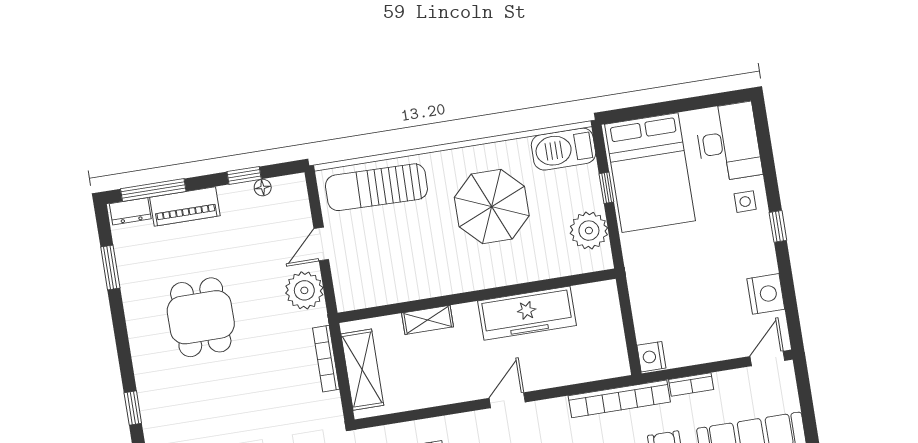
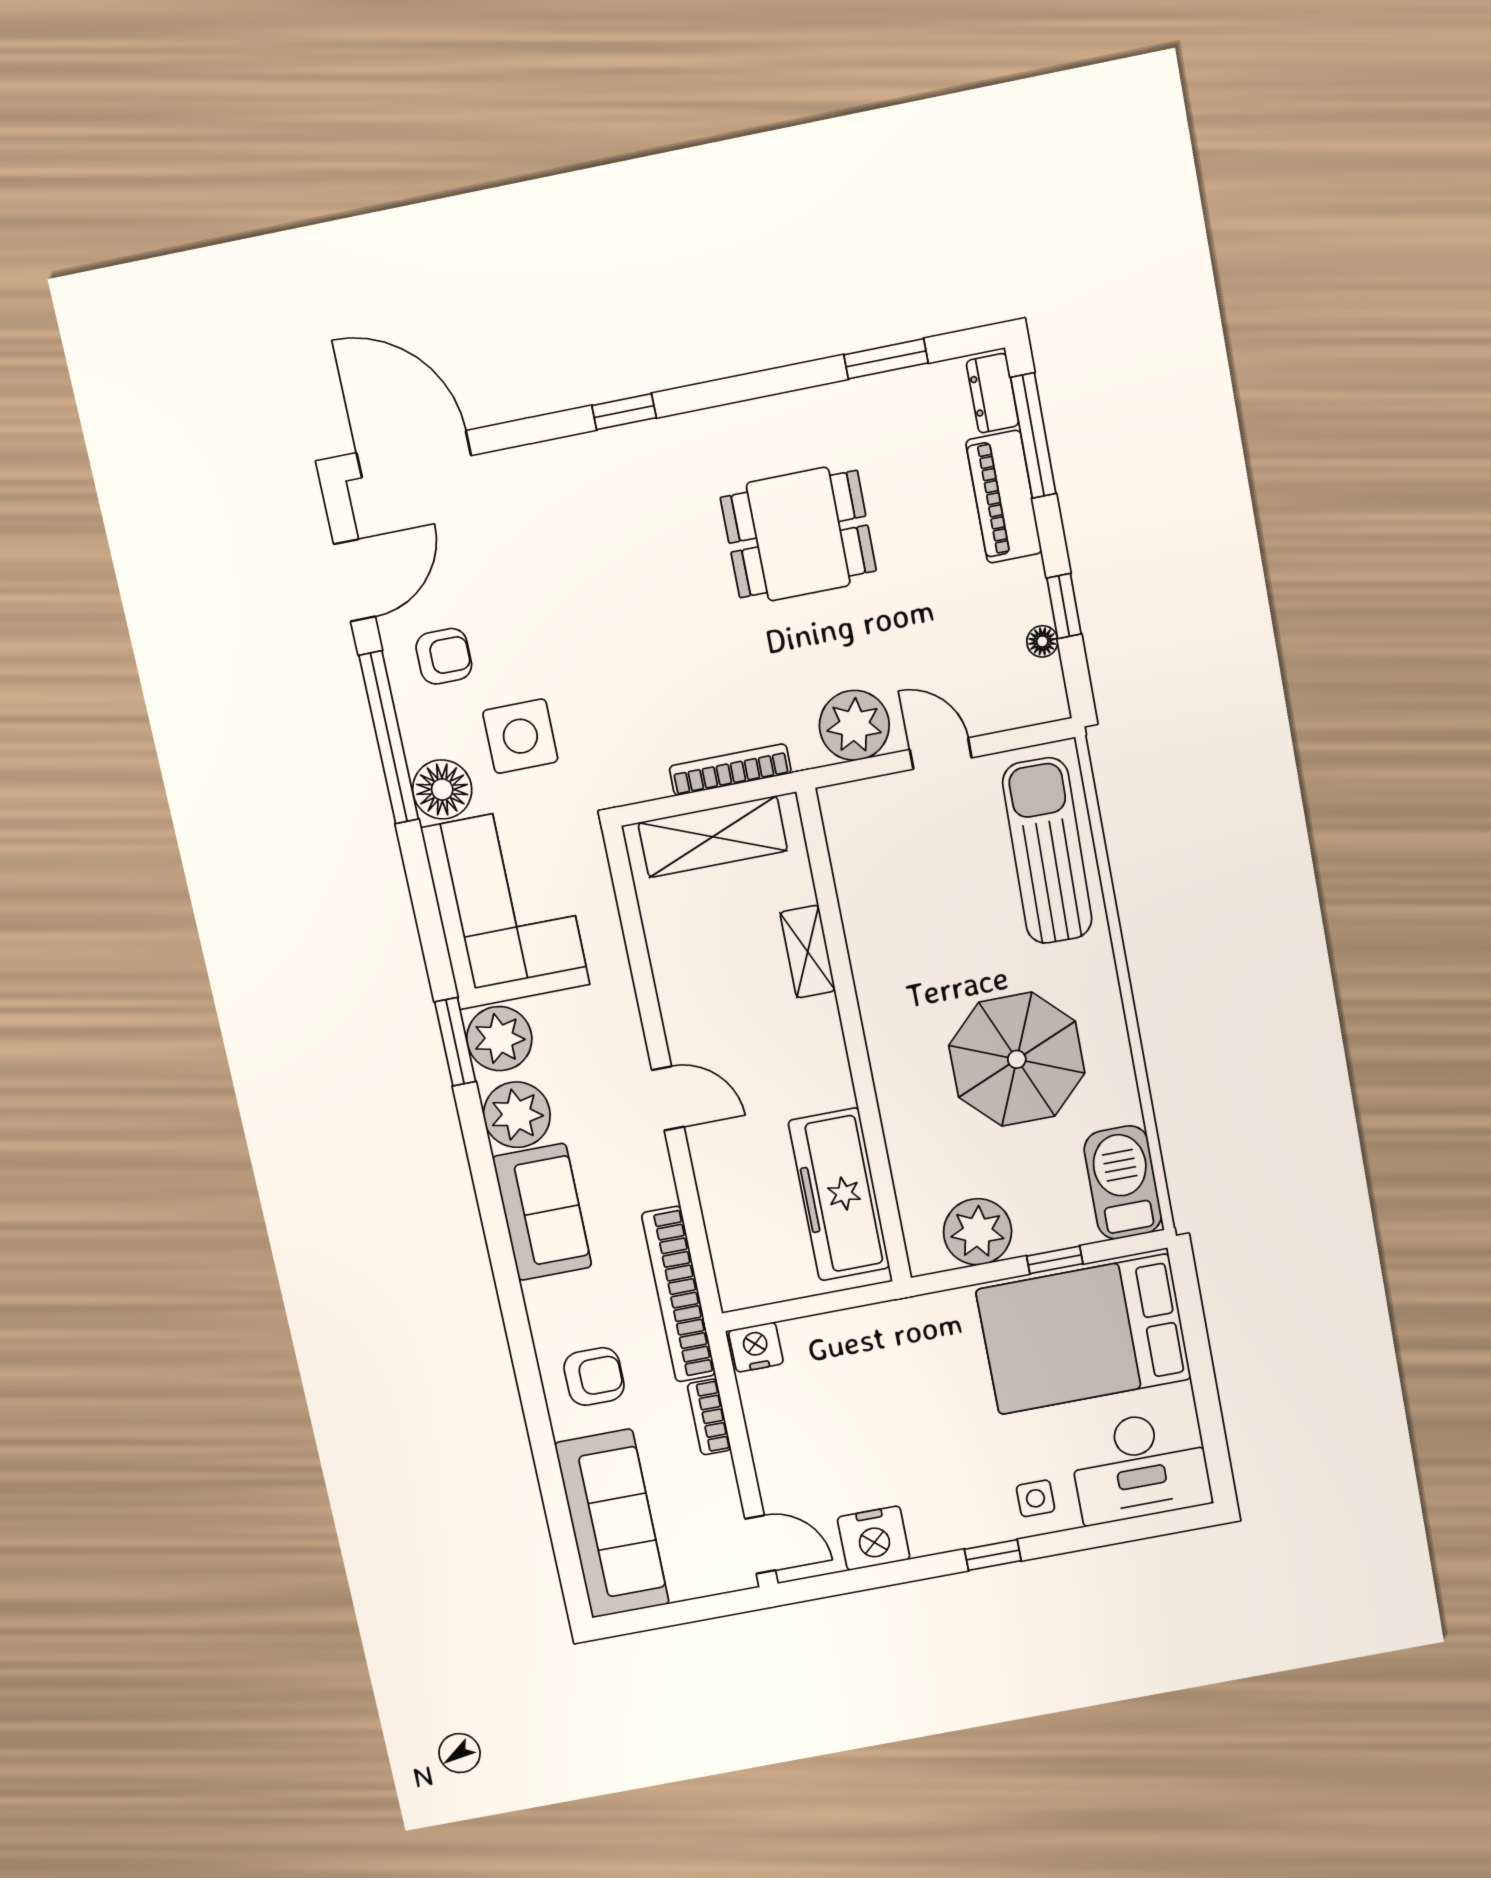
freezer: (527, 313) -> (839, 1194), moved

